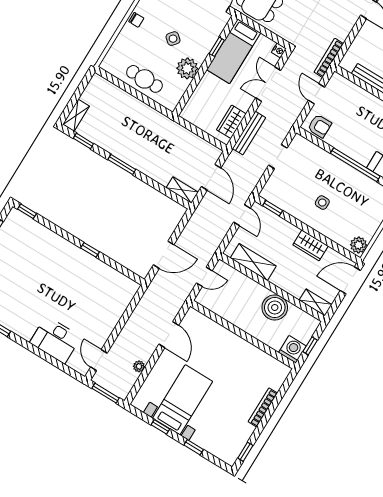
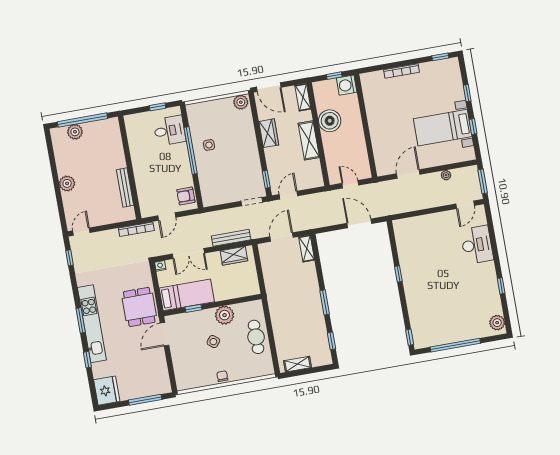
shelving: (76, 115) -> (298, 364), moved
armchair: (320, 126) -> (186, 196), turned -90
doorway: (278, 157) -> (252, 202), moved
side table: (322, 203) -> (209, 145), moved
shelving: (253, 262) -> (309, 140), moved

